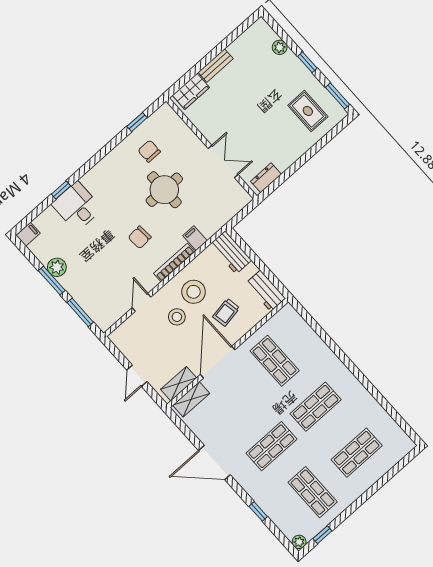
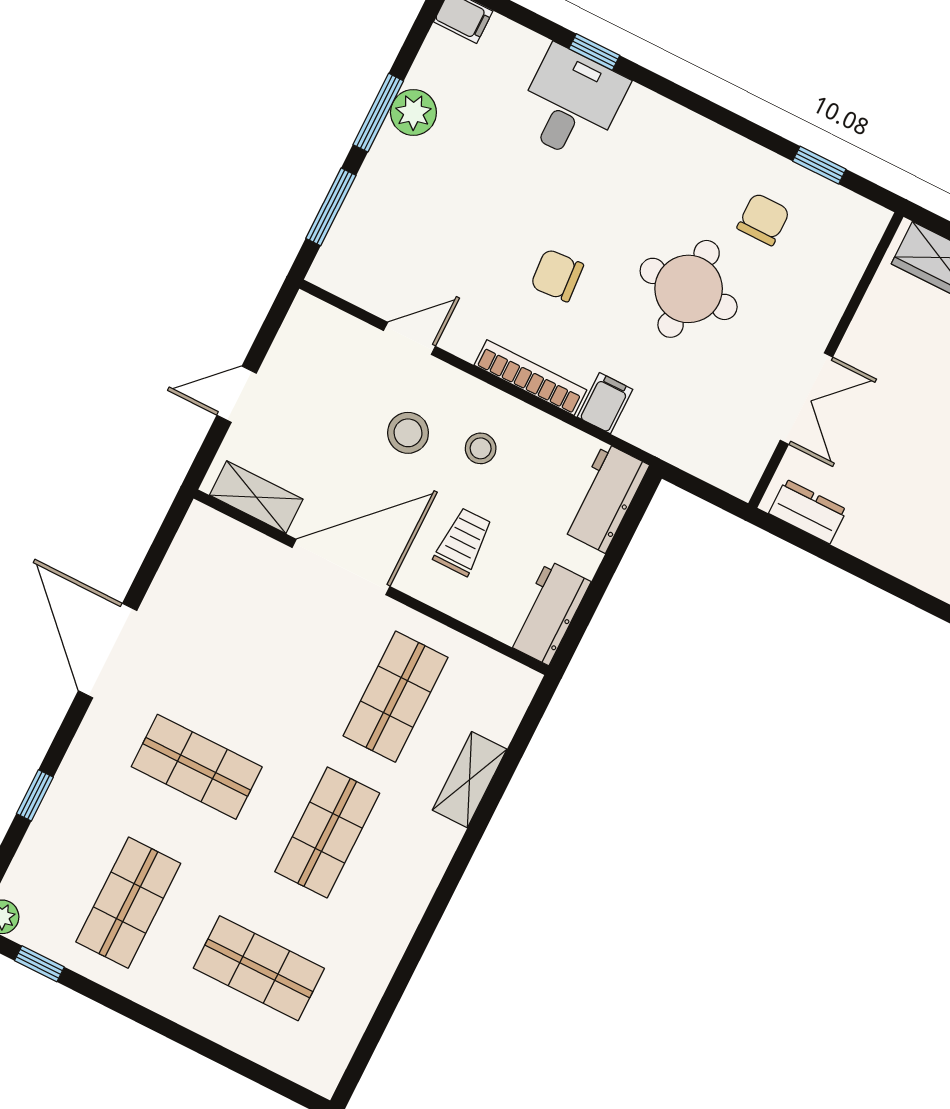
stool: (194, 292) -> (481, 448), width x0.53, depth x0.53
trolley: (226, 312) -> (463, 542), turned 100
shelving: (191, 399) -> (470, 780), moved, turned 90
shop shelf: (316, 407) -> (327, 832), turned 90

